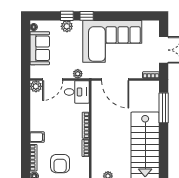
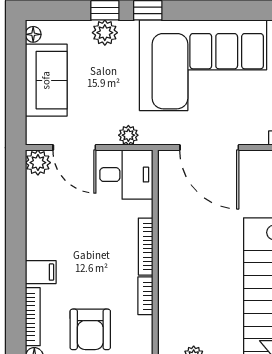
door: (53, 79) -> (74, 148), hinge flipped

